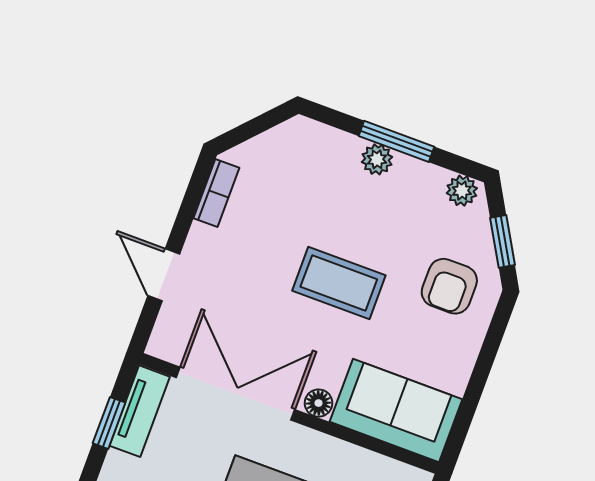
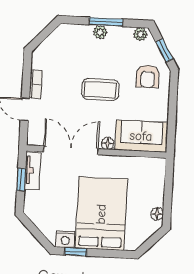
bookcase: (216, 193) -> (35, 84), moved

